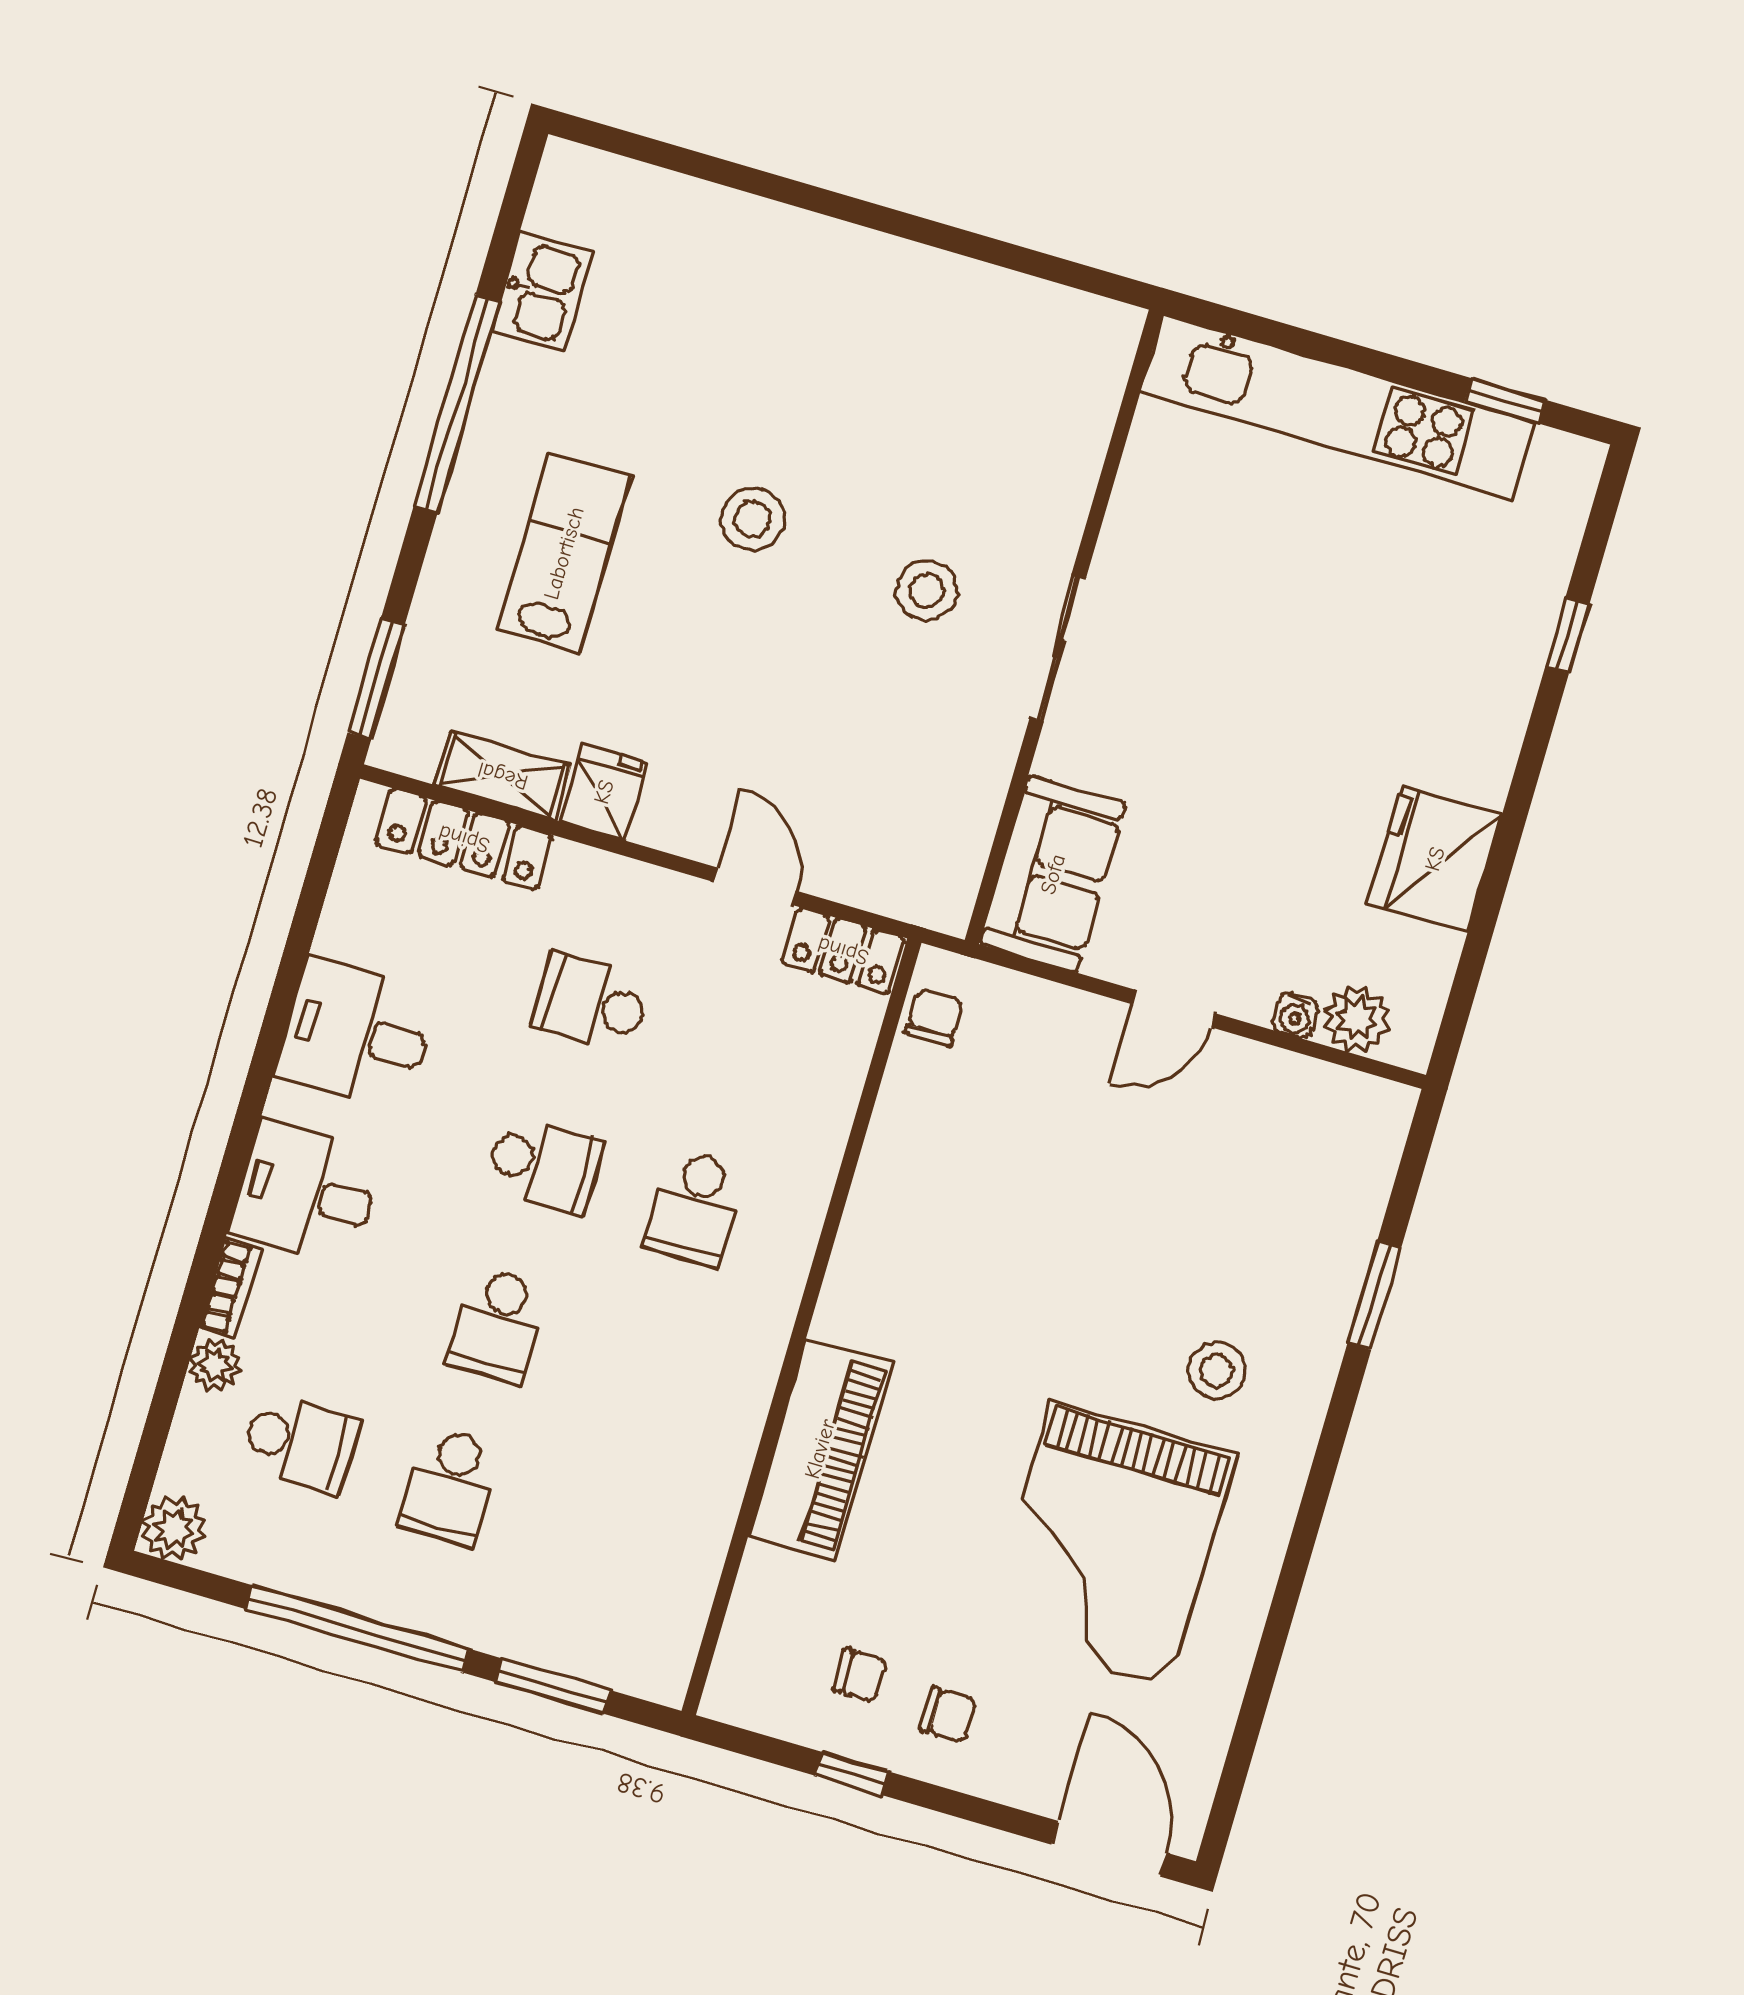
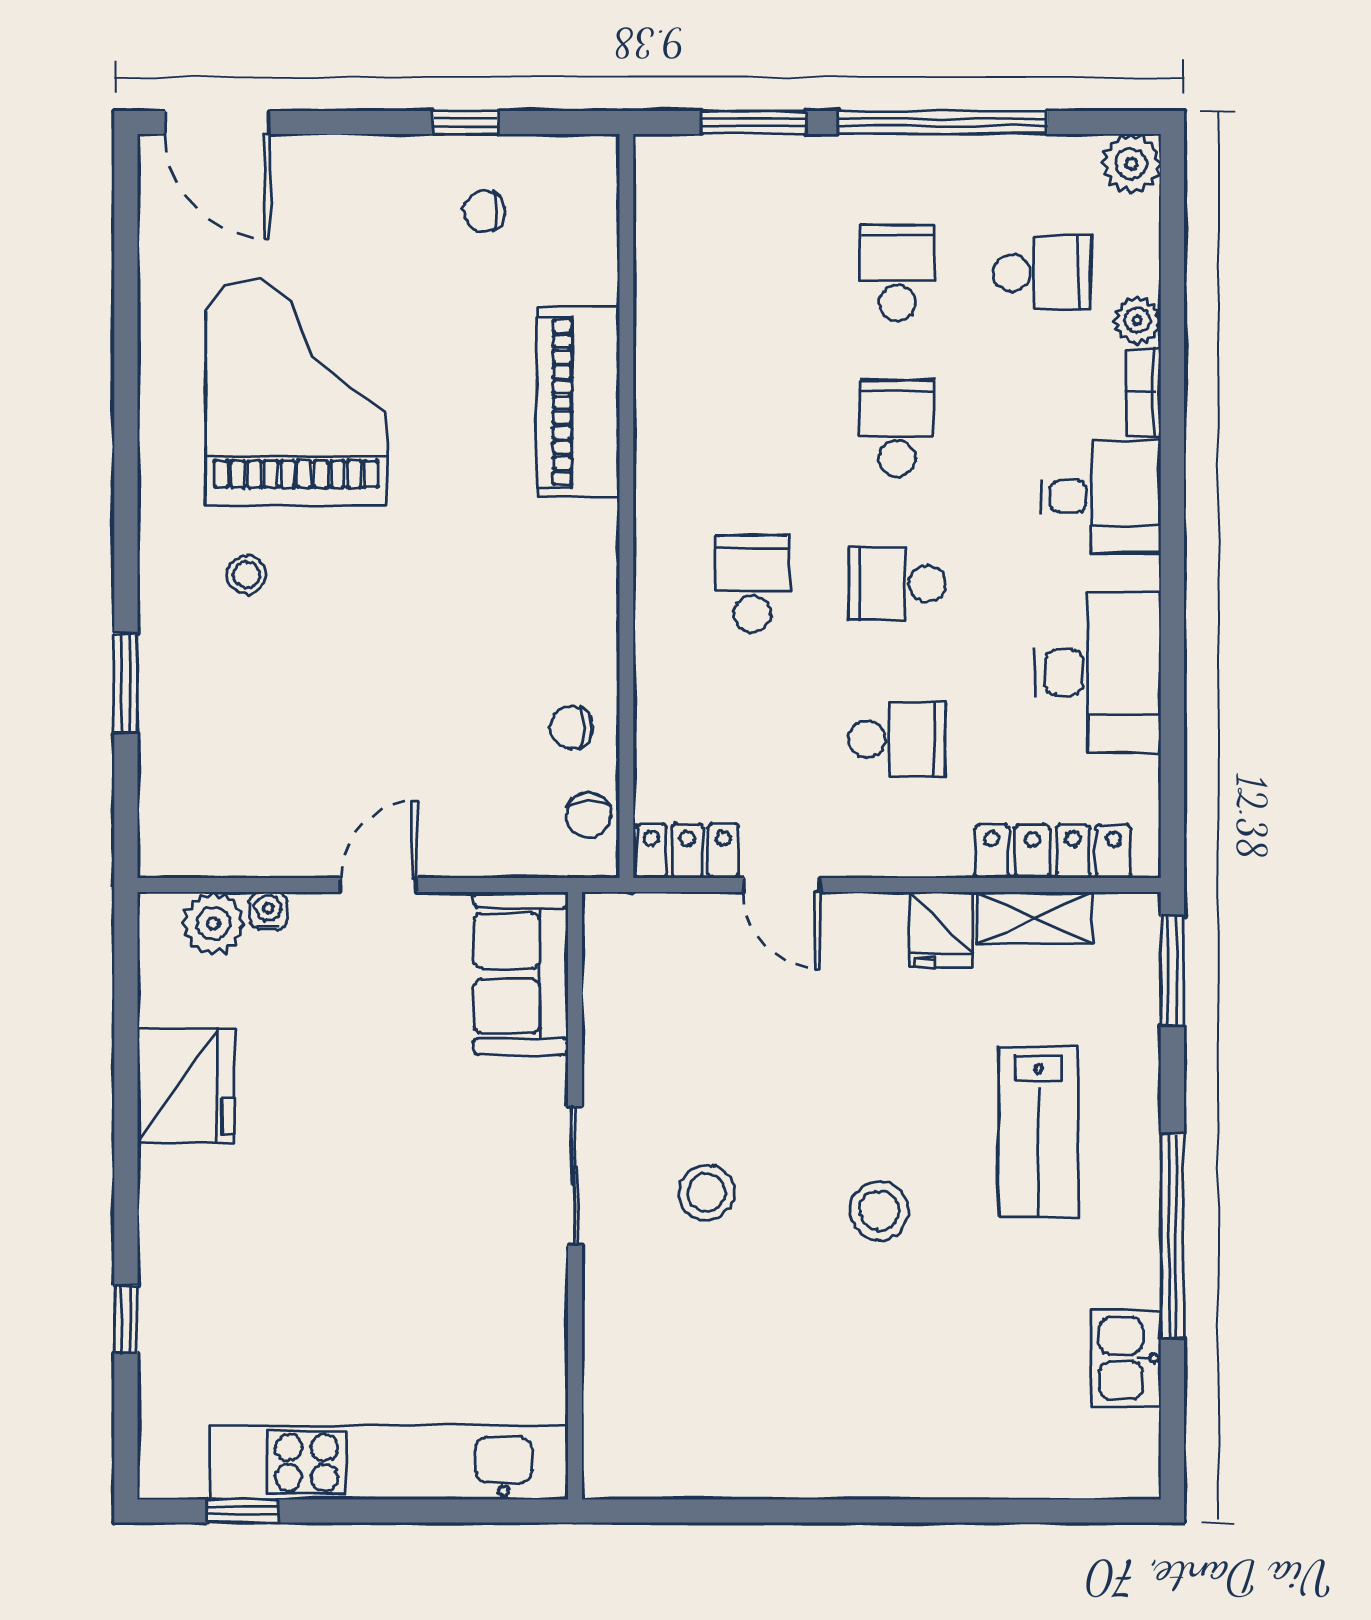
desk: (356, 1034) -> (1098, 673), width x1.37
stool: (1216, 1371) -> (246, 575), width x0.73, depth x0.73
school desk: (300, 1443) -> (1042, 273), turned 180
chair: (948, 1715) -> (571, 727), moved

